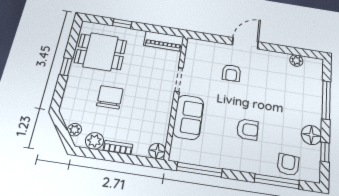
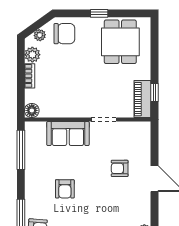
window: (122, 24) -> (155, 93), moved
chair: (110, 97) -> (64, 34), moved

